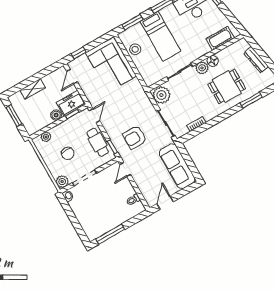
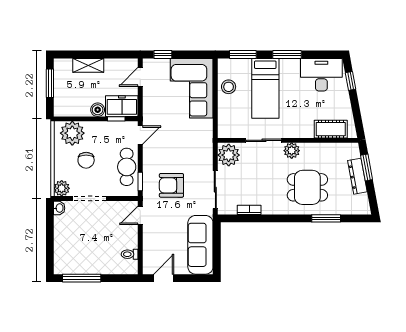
window: (259, 50) -> (367, 167), added
floor lamp: (213, 61) -> (308, 150), removed
plant: (46, 137) -> (72, 133), width x1.88, depth x1.88

